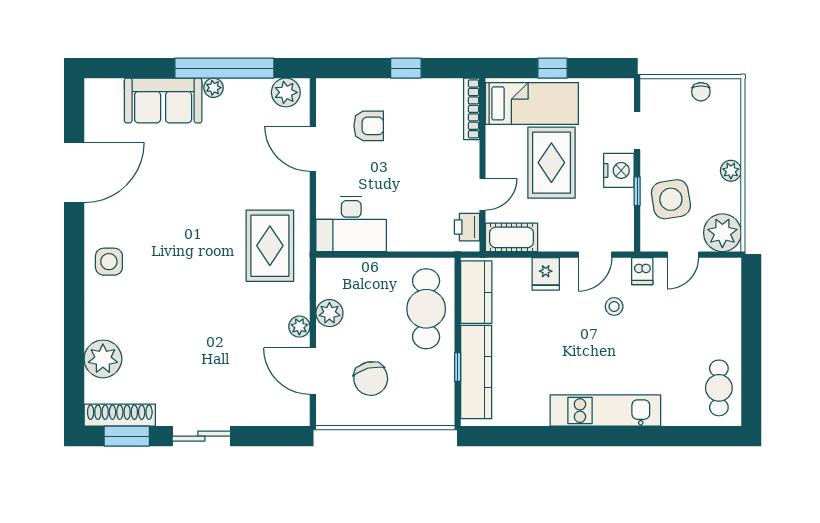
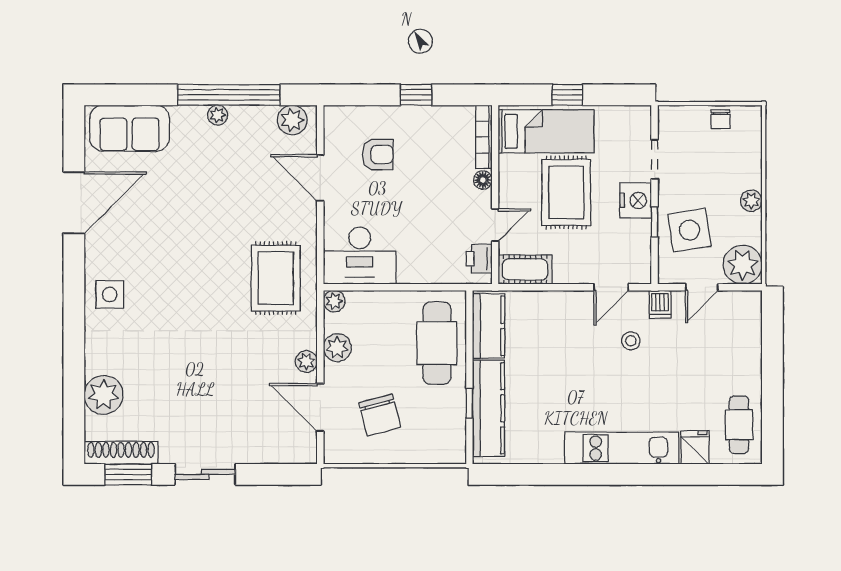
sofa: (163, 100) -> (130, 128), moved
floor lamp: (471, 151) -> (483, 180), added
plant: (326, 268) -> (334, 301), added
fridge: (546, 274) -> (695, 447), moved, turned 180

